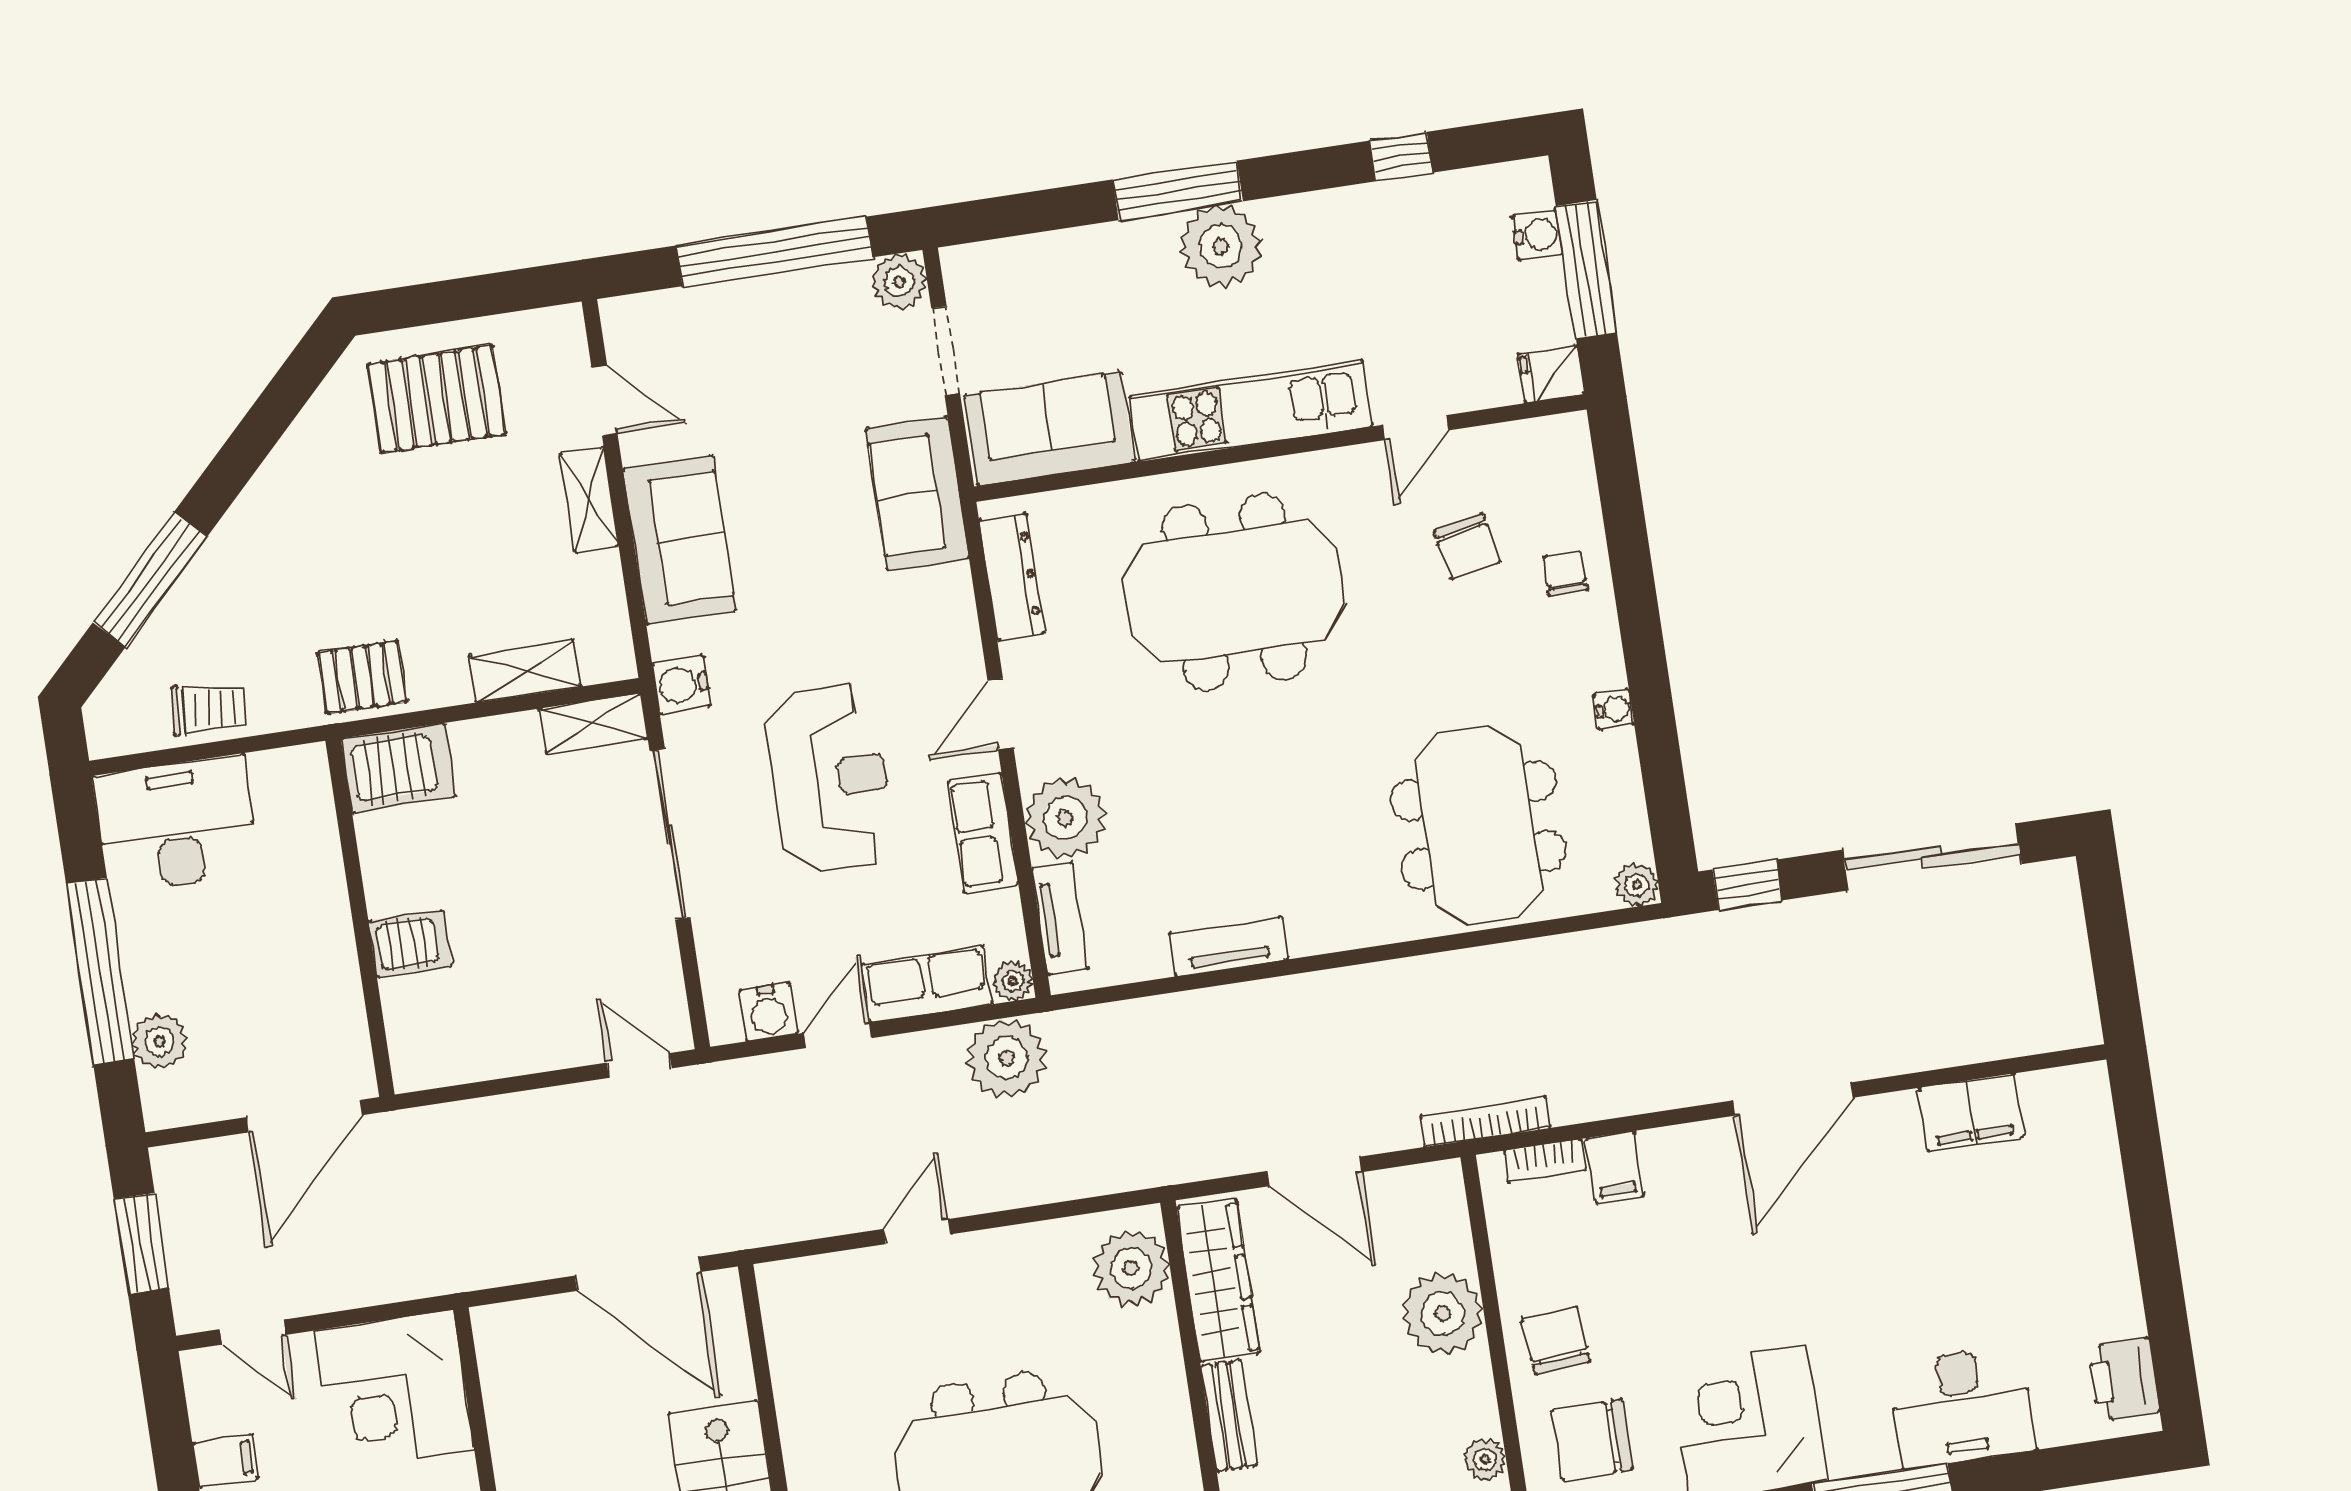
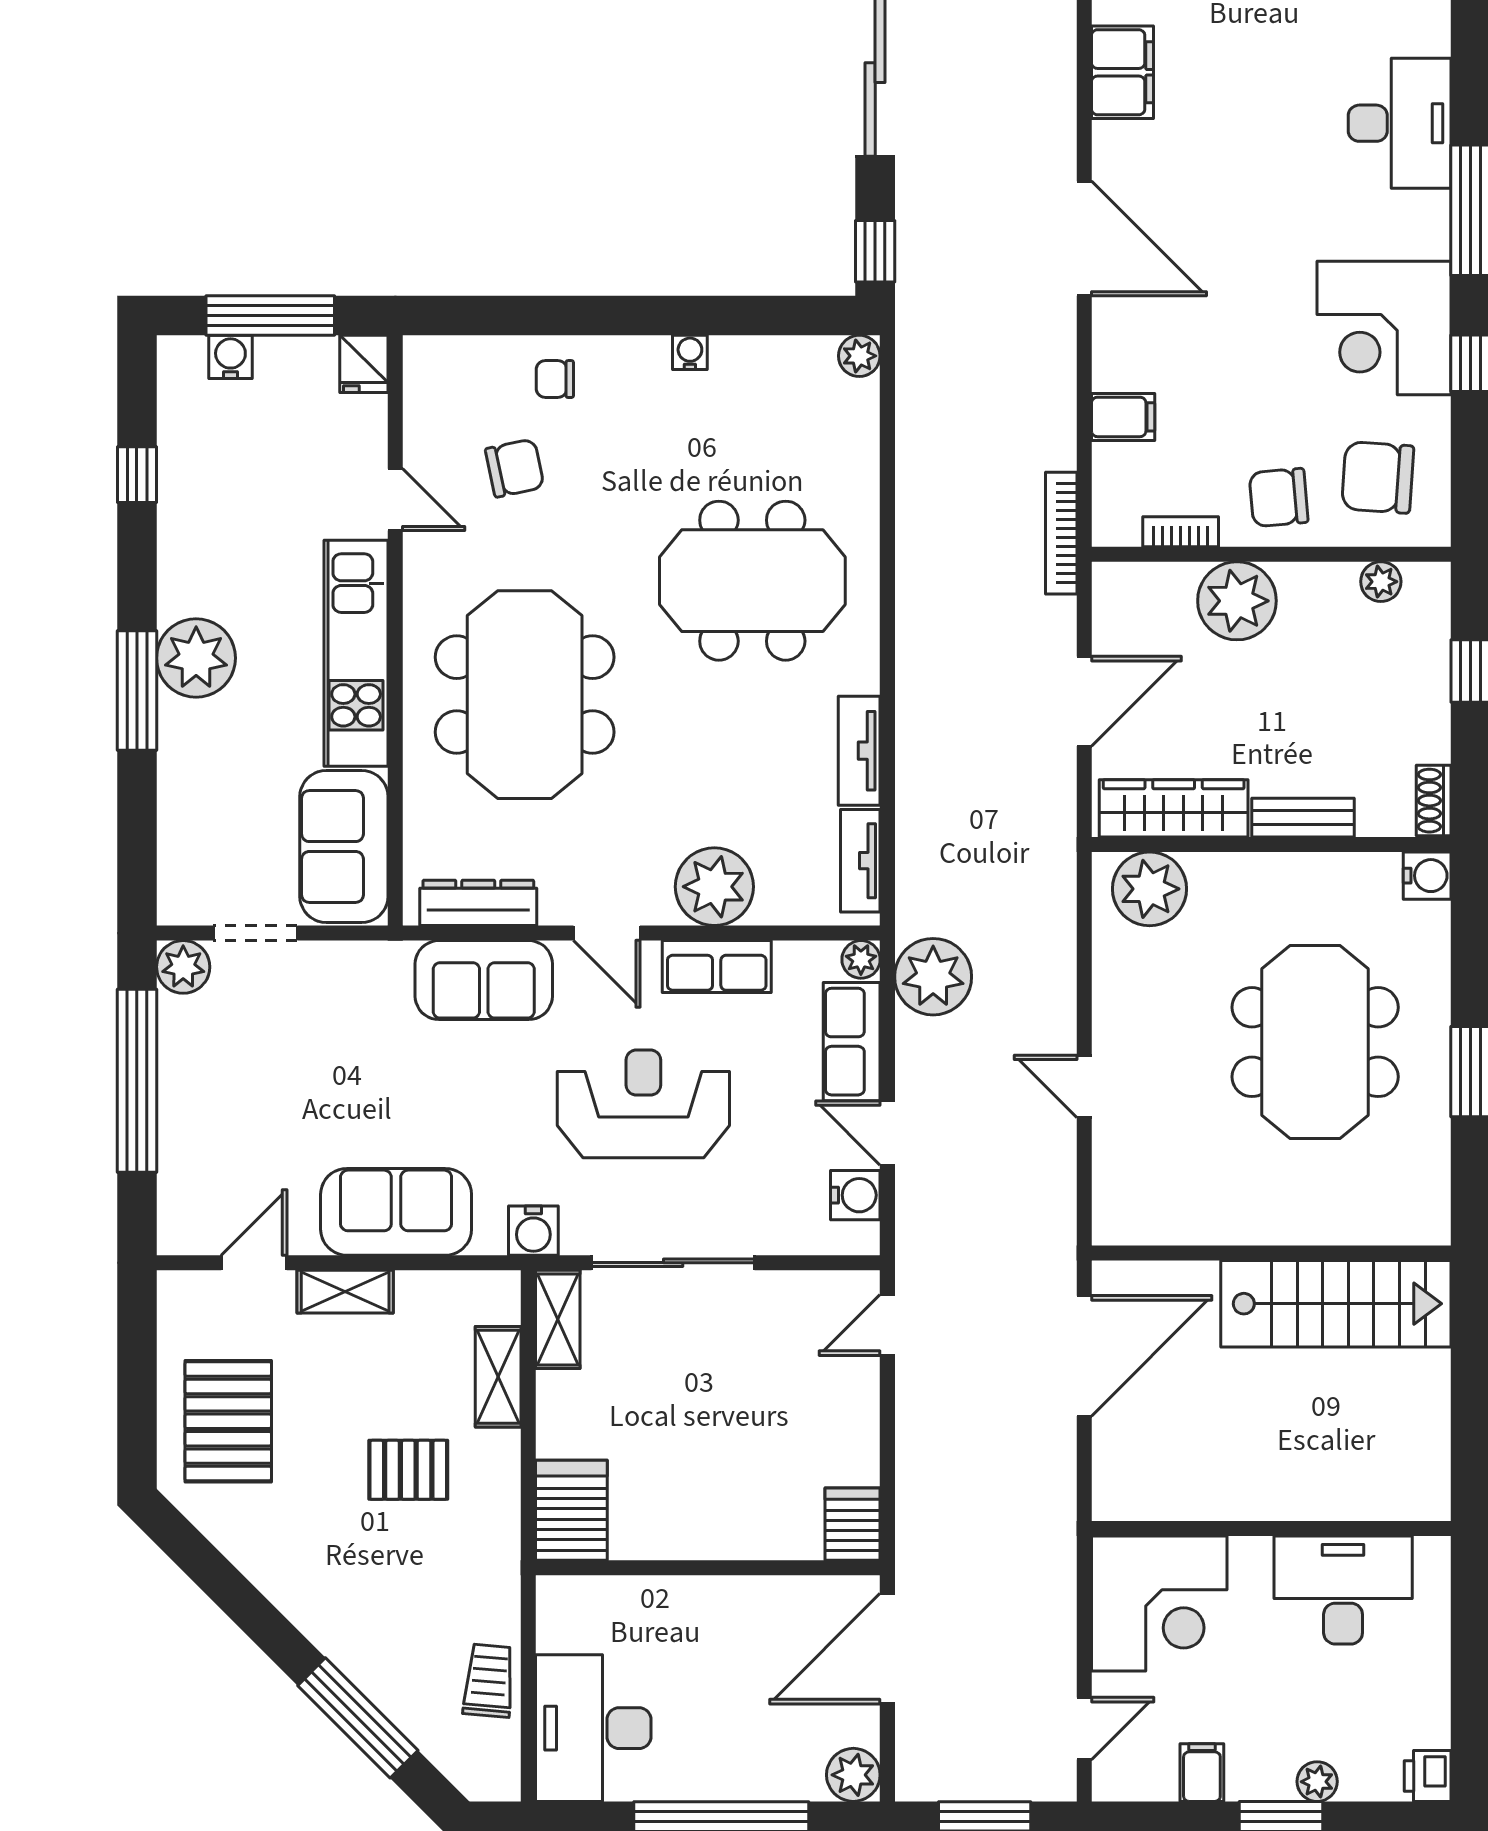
sofa: (917, 494) -> (484, 980), moved
pallet: (362, 677) -> (408, 1470), moved, turned 90
meeting table: (1478, 825) -> (752, 581), moved
tv unit: (1060, 919) -> (860, 861), moved, turned -90
server rack: (410, 943) -> (853, 1524), moved
plant: (160, 1041) -> (853, 1775), moved
door: (305, 1116) -> (887, 1649), swing flipped
bookcase: (1545, 1160) -> (1181, 532), moved, turned -90
chair: (1592, 1440) -> (1378, 477), turned 94

